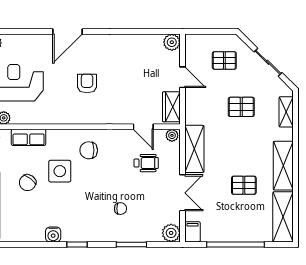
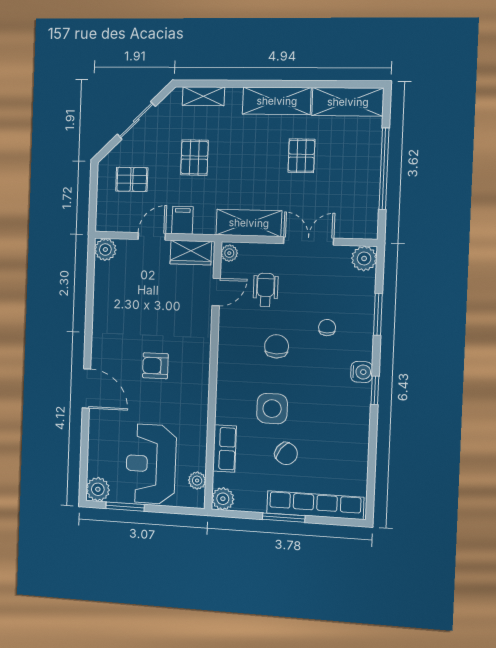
pallet: (224, 60) -> (132, 179), turned 90
chair: (89, 150) -> (277, 346), moved, turned 180
filing cabinet: (193, 232) -> (182, 220), moved, turned 90
water cooler: (53, 234) -> (362, 372), moved

